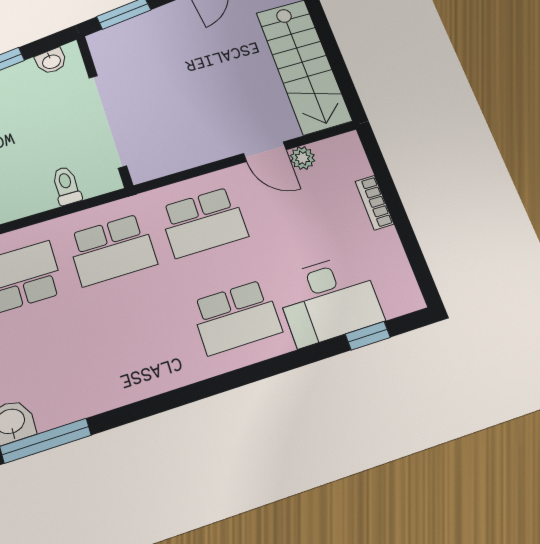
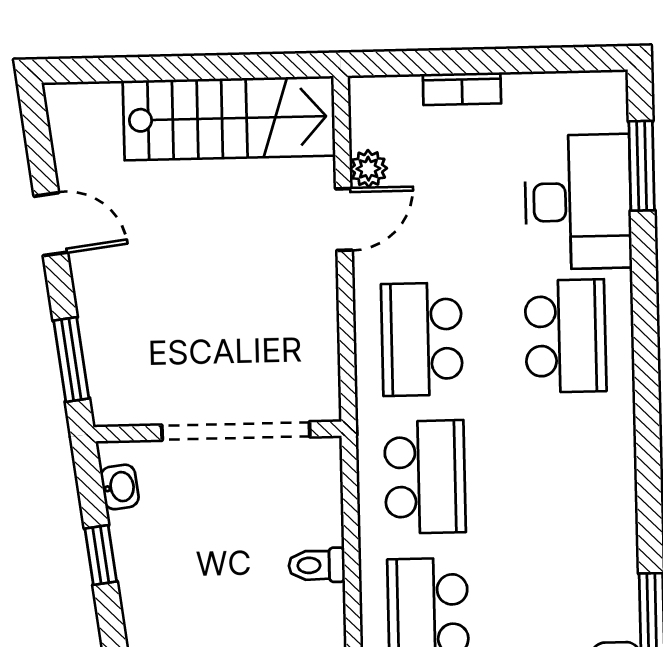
toilet: (66, 186) -> (317, 565), moved
school desk: (204, 222) -> (422, 339), turned 180
window: (368, 336) -> (642, 166), width x1.50

